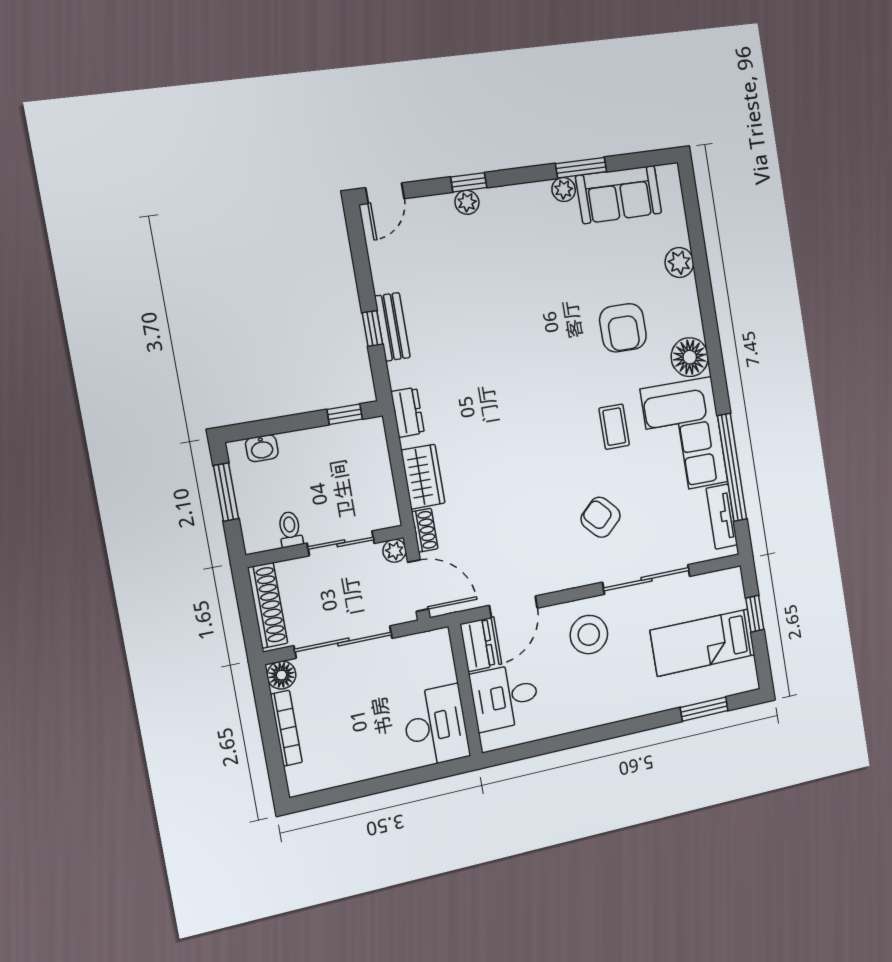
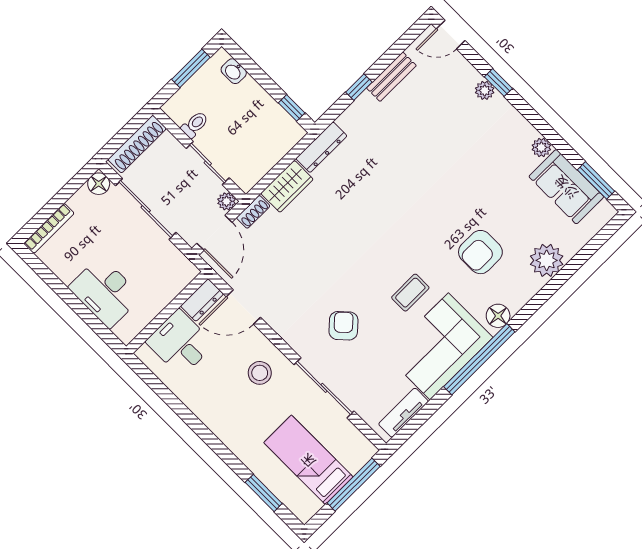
window: (581, 168) -> (596, 180), moved
plant: (679, 262) -> (547, 260), width x1.36, depth x1.36
bench: (392, 327) -> (391, 77), moved
floor lamp: (690, 357) -> (498, 316), width x0.73, depth x0.73
dresser: (408, 412) -> (321, 147), width x1.44
window: (732, 467) -> (479, 359), moved
window: (755, 614) -> (354, 485), width x2.17
stool: (589, 635) -> (260, 373), width x0.73, depth x0.73
desk: (436, 726) -> (105, 292), moved, turned 90
bookcase: (286, 728) -> (49, 228), moved

